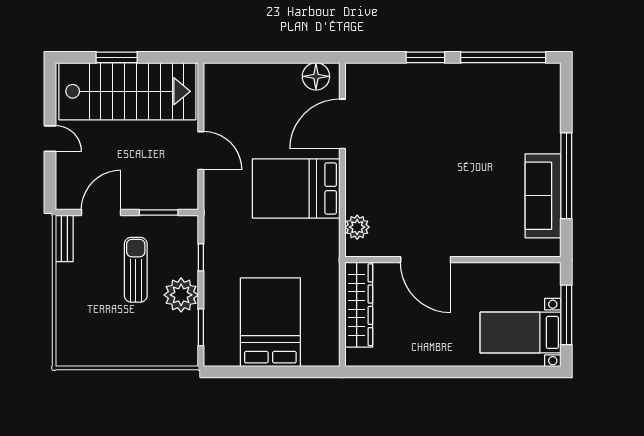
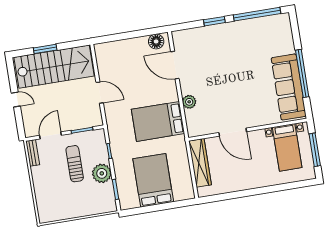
door: (342, 124) -> (175, 65), hinge flipped
bed: (296, 188) -> (158, 121), moved
sofa: (543, 196) -> (289, 87), width x1.36, depth x1.27
plant: (357, 227) -> (189, 102), moved
bed with nightstands: (520, 332) -> (287, 147), moved, turned -90

